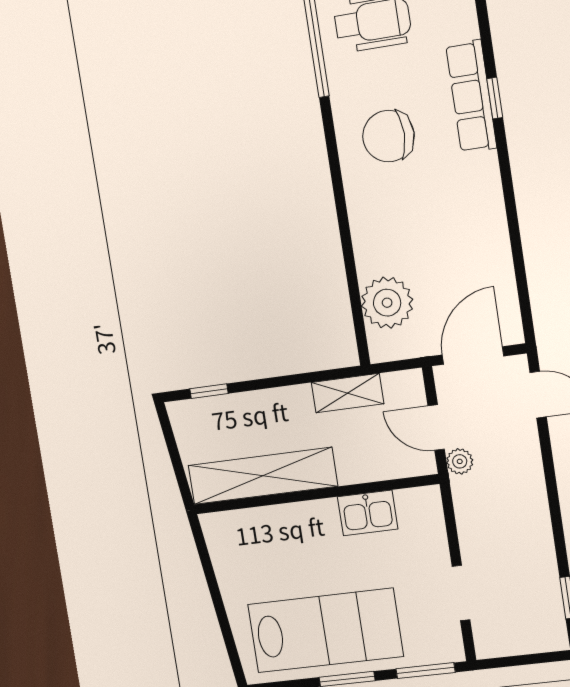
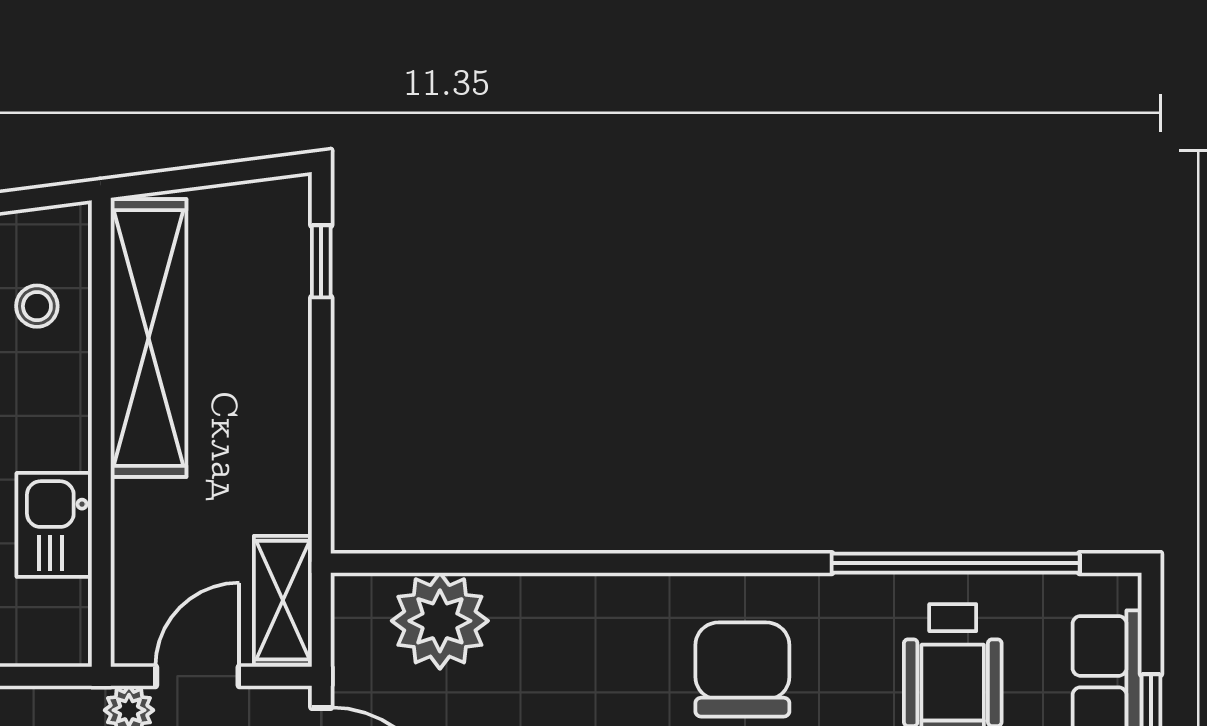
shelving: (348, 393) -> (283, 600), moved
stool: (256, 536) -> (37, 306), added

